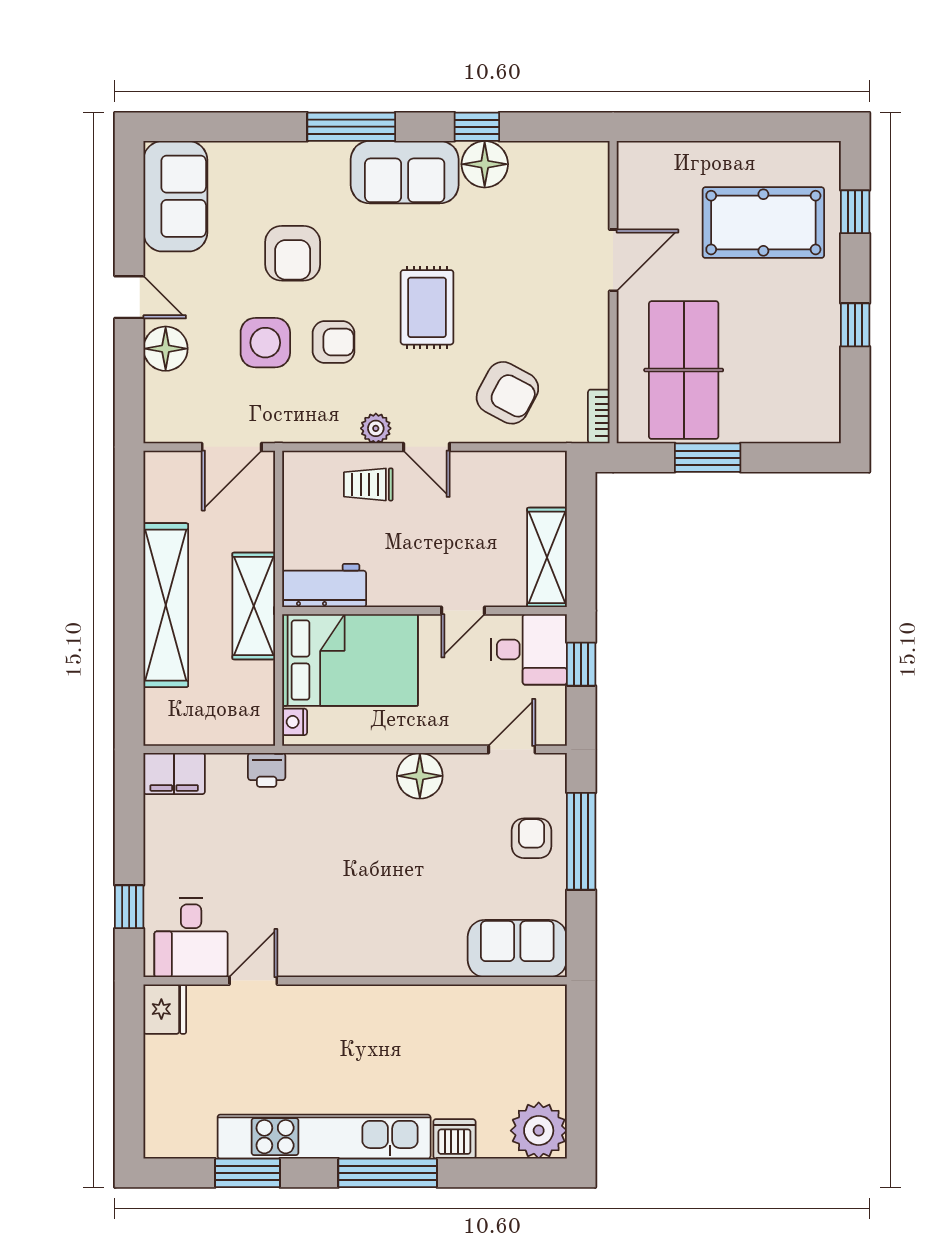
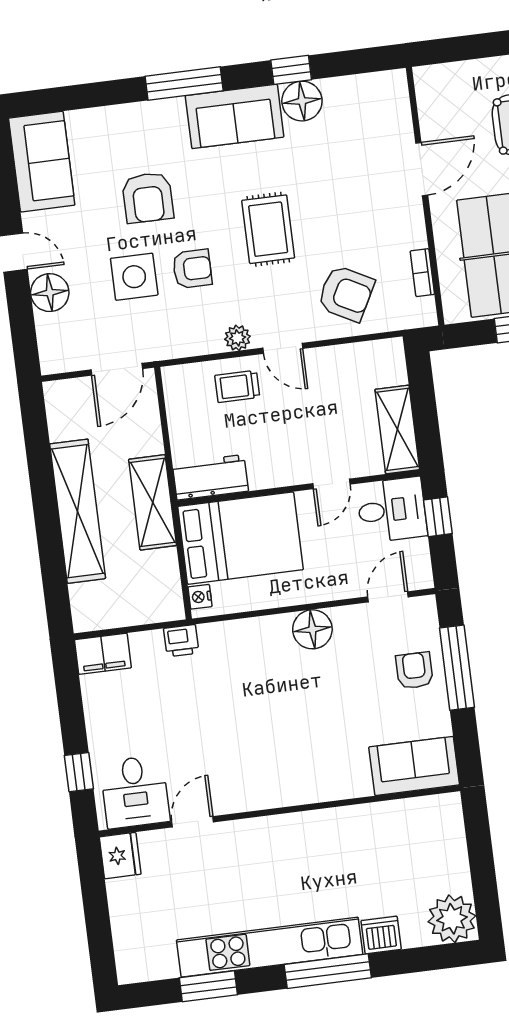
bookcase: (599, 416) -> (422, 273), moved

